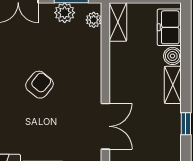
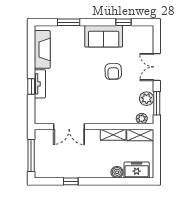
armchair: (39, 85) -> (113, 71), moved, turned 49
shelving: (173, 85) -> (113, 135), moved

